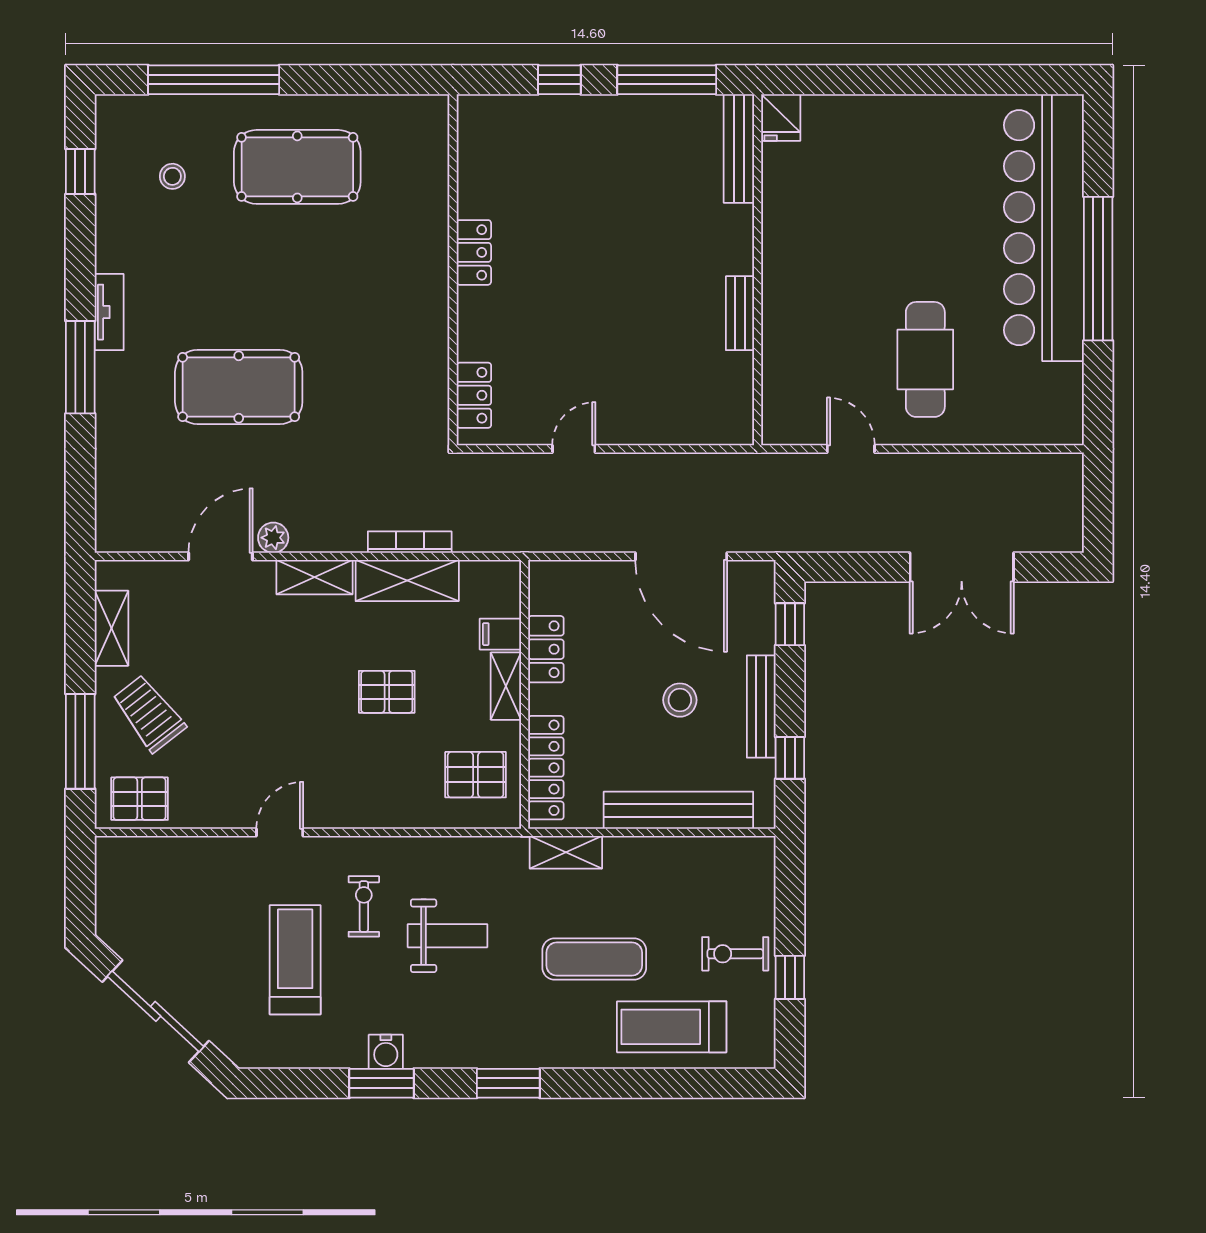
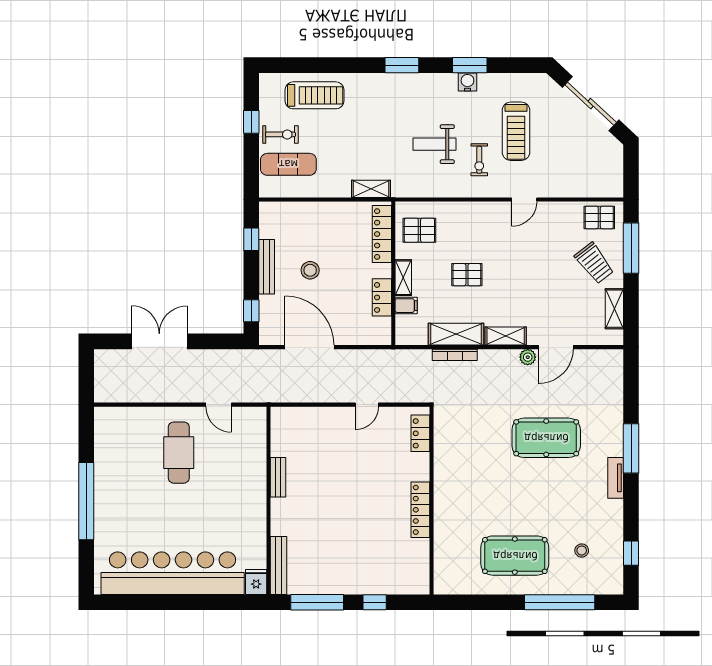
bar counter: (1044, 228) -> (173, 573), moved, turned -90
locker: (474, 252) -> (420, 510), width x1.53
bench: (678, 810) -> (311, 211), removed
exercise mat: (594, 959) -> (288, 164), moved

